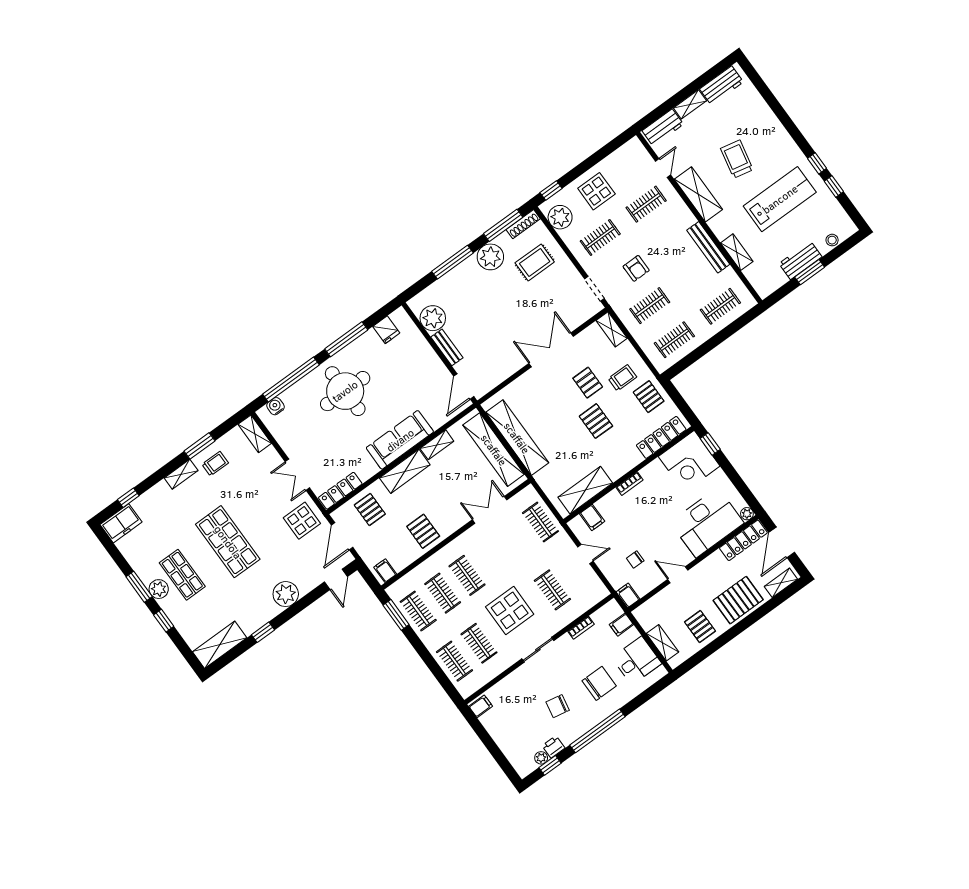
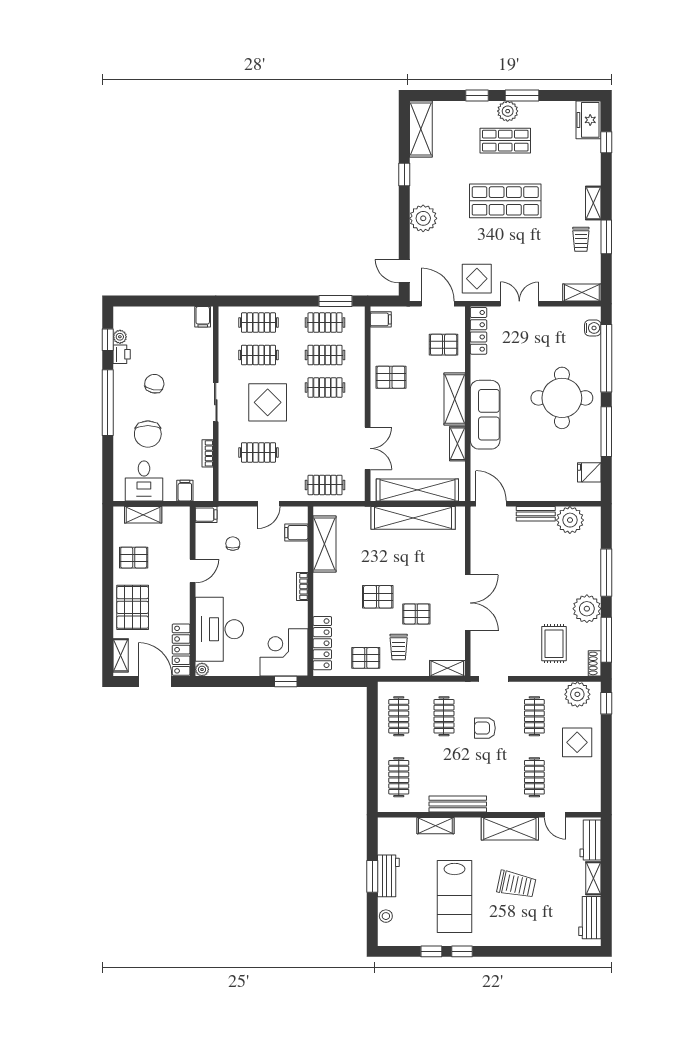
shoe rack: (523, 224) -> (595, 663), width x0.70

